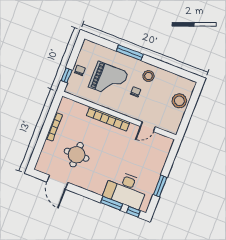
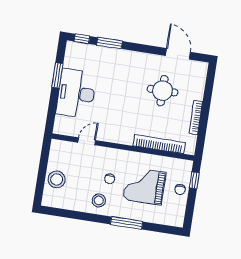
bookcase: (108, 119) -> (159, 144), moved
desk: (126, 190) -> (76, 93), moved, turned -90

